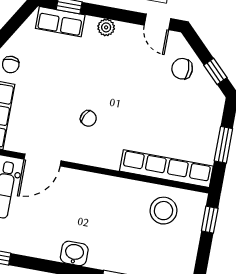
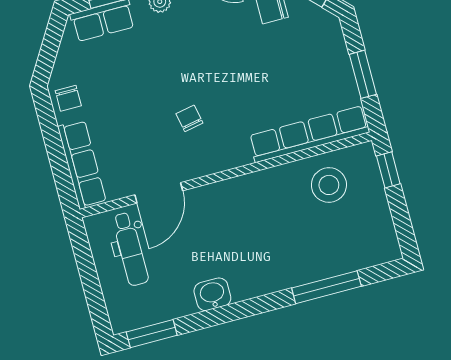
chair: (88, 118) -> (189, 118), turned -127
washbasin: (74, 253) -> (212, 294), moved

